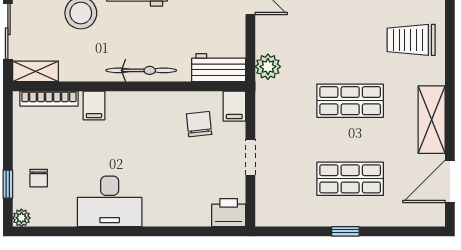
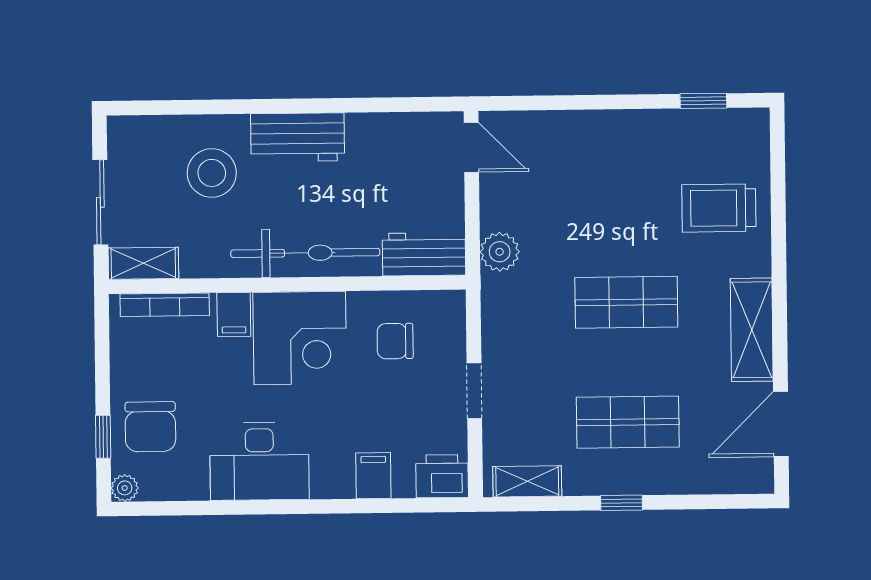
bicycle: (141, 70) -> (305, 253), width x1.37, depth x1.40
filing cabinet: (234, 106) -> (373, 476), moved, turned 180
corner desk: (137, 121) -> (300, 338), added
chair: (199, 124) -> (395, 341), turned -84
chair: (39, 178) -> (150, 427), width x1.87, depth x1.87
shelving: (284, 217) -> (527, 481), added

